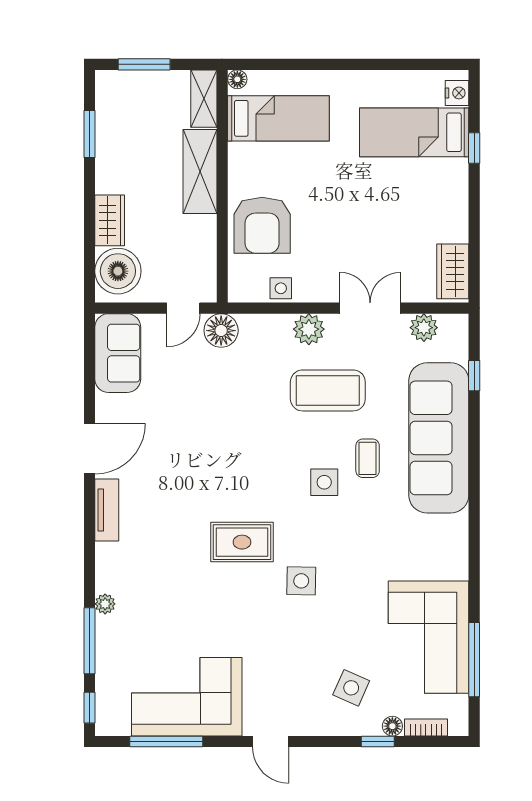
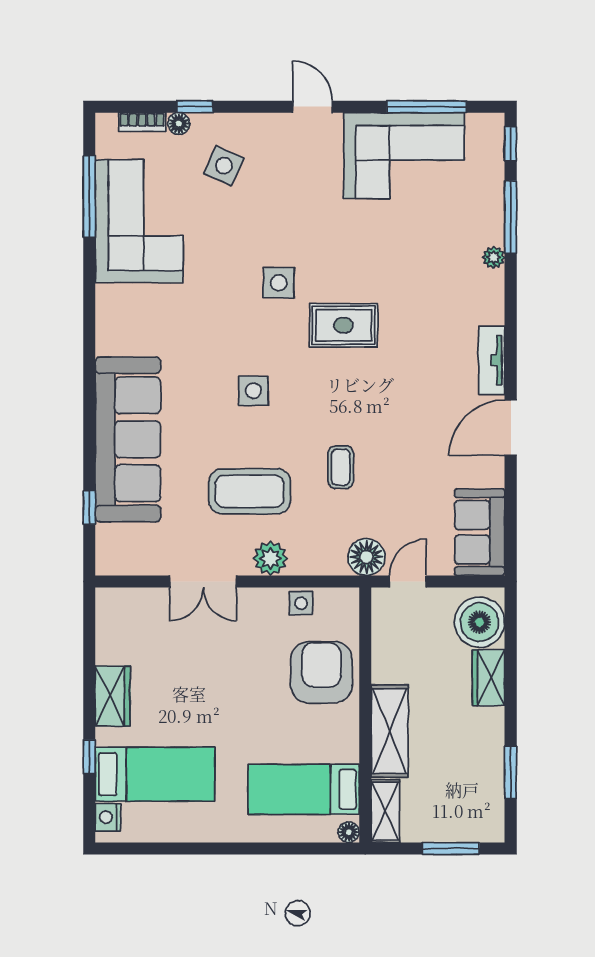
wardrobe: (453, 271) -> (113, 696), moved
plant: (424, 328) -> (144, 560), removed
coffee table: (368, 458) -> (341, 467), moved

